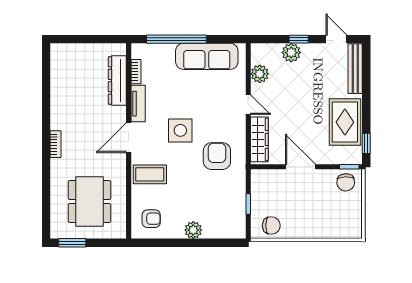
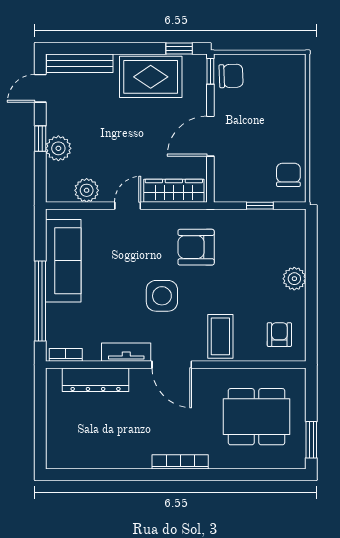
bookcase: (136, 72) -> (66, 355), moved
bookcase: (56, 144) -> (180, 462), width x1.56

